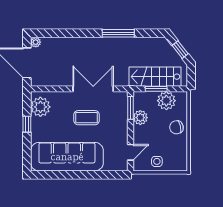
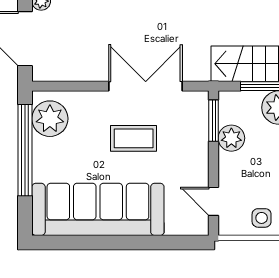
window: (27, 124) -> (25, 150), width x3.17
door: (131, 152) -> (214, 201), swing flipped

